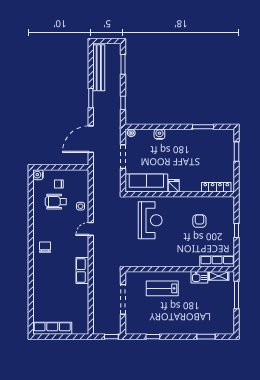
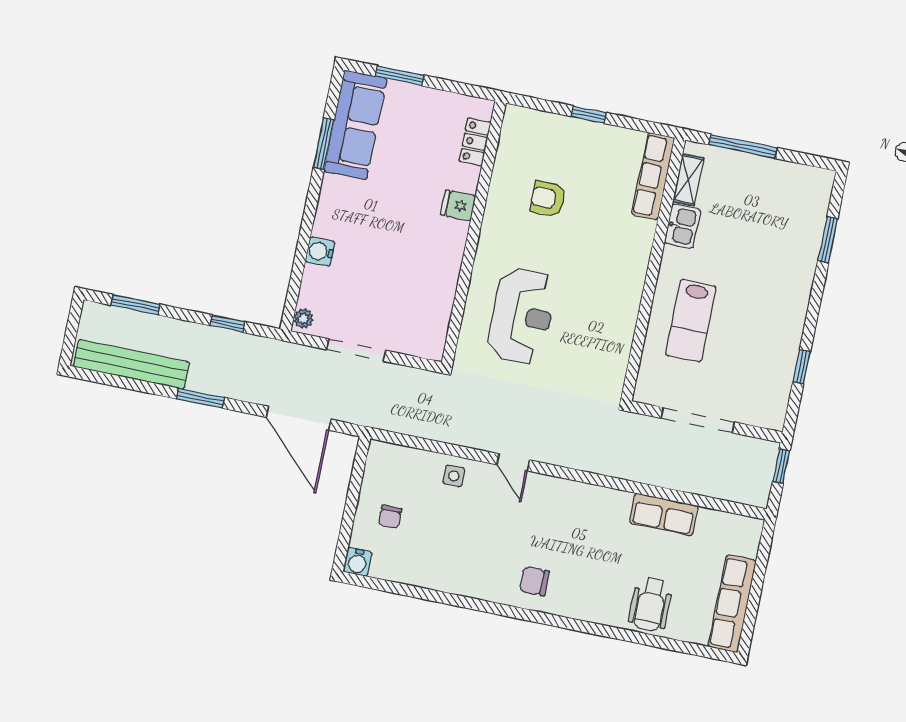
sofa: (146, 183) -> (355, 125), moved, turned 180
fridge: (174, 186) -> (458, 205), moved
locker: (216, 187) -> (475, 142), width x0.66
wheelchair: (56, 202) -> (651, 604), moved
reception desk: (150, 220) -> (522, 316), turned 90
row of seats: (82, 271) -> (664, 514), moved

